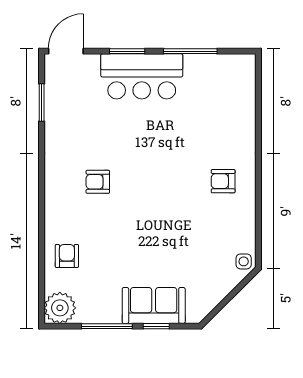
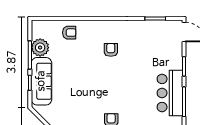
bar counter: (142, 76) -> (170, 93), moved
sofa: (154, 306) -> (41, 81), width x1.36
plant: (60, 308) -> (40, 48), moved

